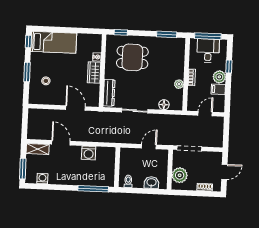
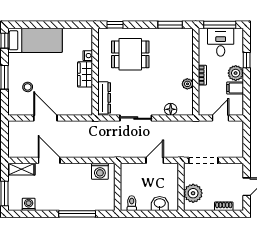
door: (76, 108) -> (45, 118), moved
washing machine: (89, 153) -> (100, 171), moved
window: (93, 189) -> (77, 214), moved

